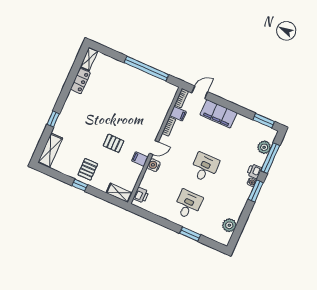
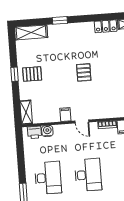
pallet: (114, 143) -> (84, 72), moved
water cooler: (154, 165) -> (47, 131), moved
desk: (204, 167) -> (88, 175), width x1.37
desk: (188, 205) -> (48, 178), width x1.37

